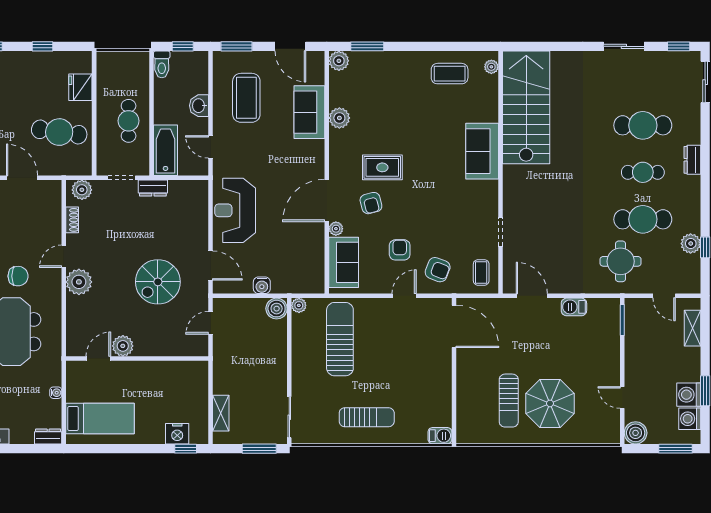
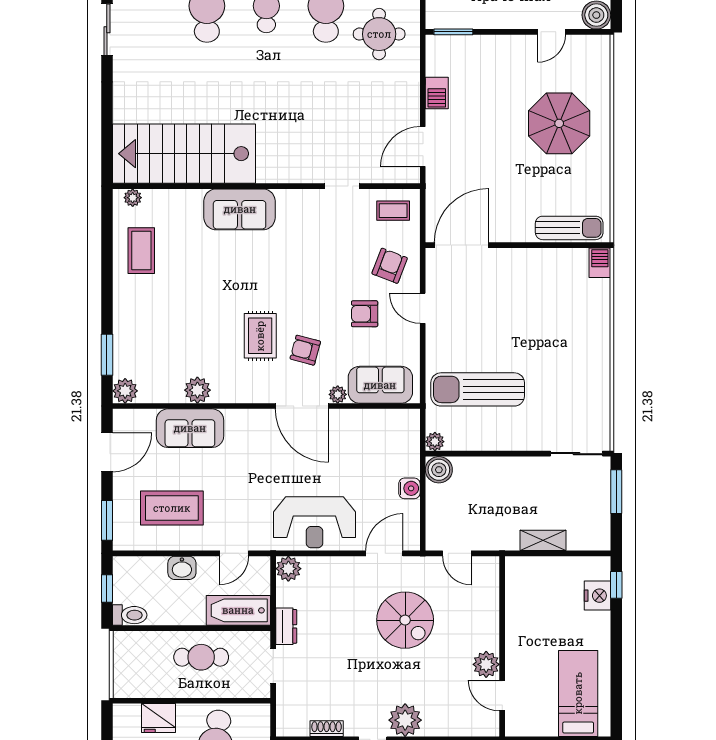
plant: (82, 190) -> (288, 569), moved
armchair: (371, 203) -> (305, 350), turned -151
sun lounger: (509, 401) -> (569, 228), moved
shelving: (221, 413) -> (543, 540), moved
sun lounger: (367, 417) -> (577, 356), removed

